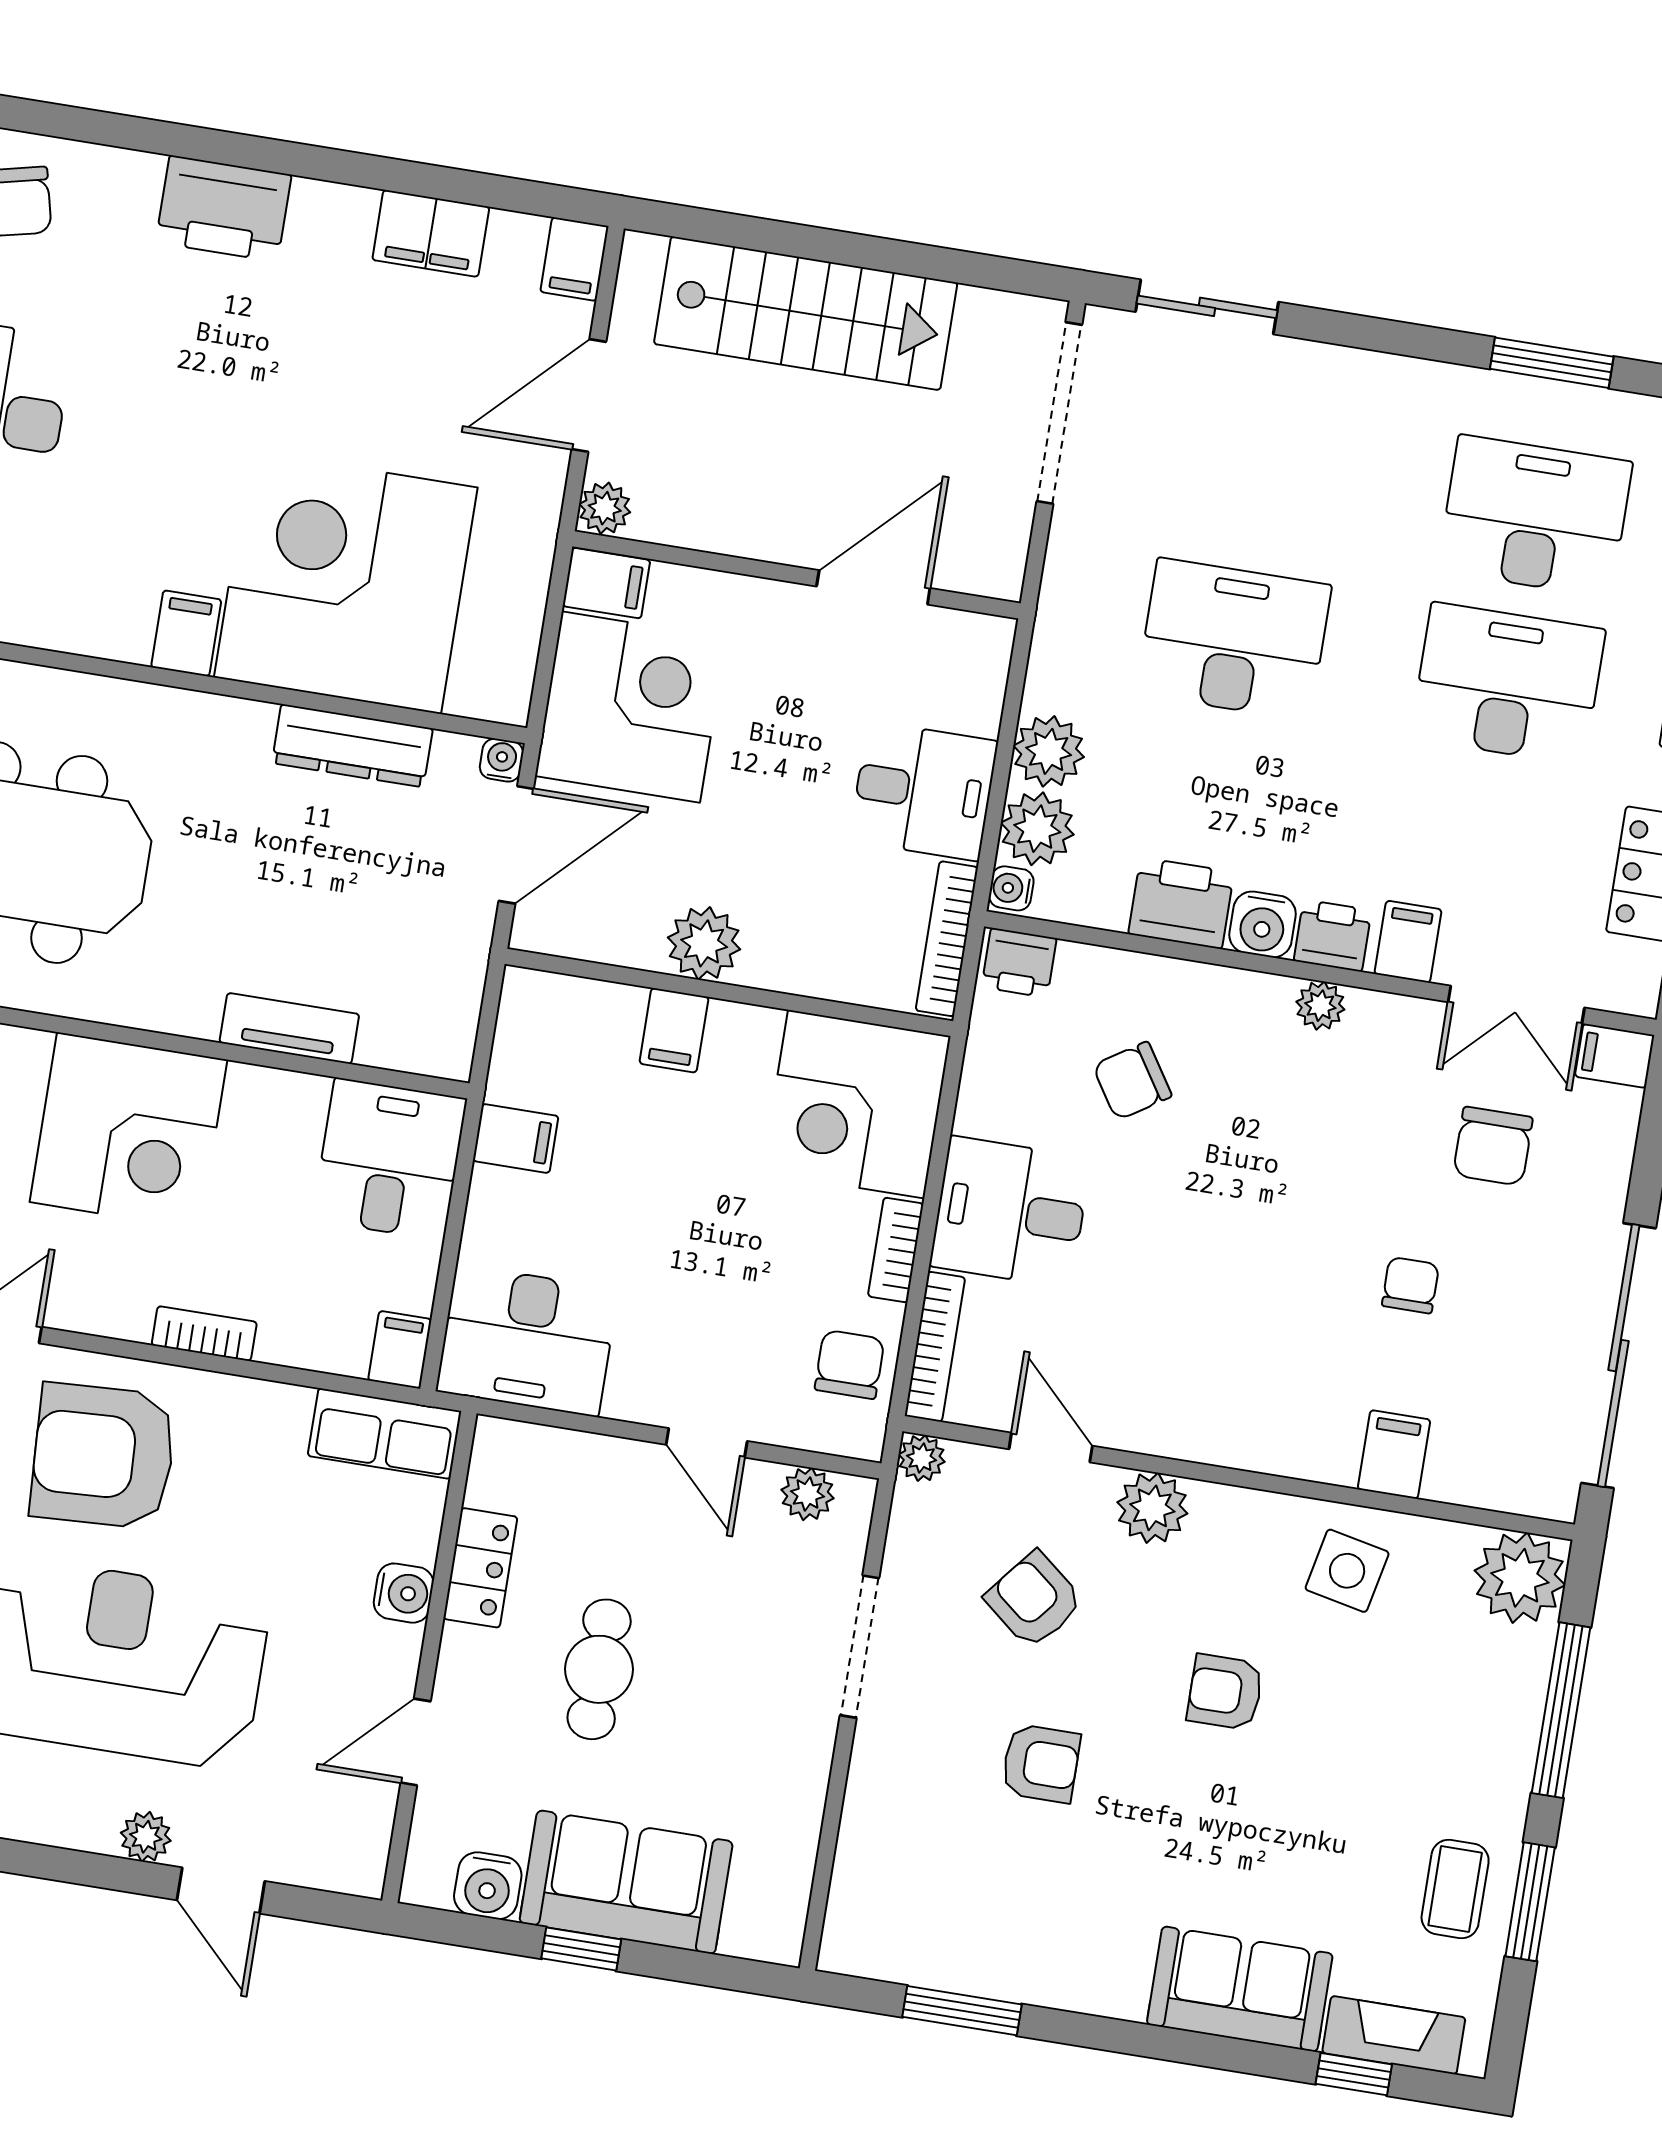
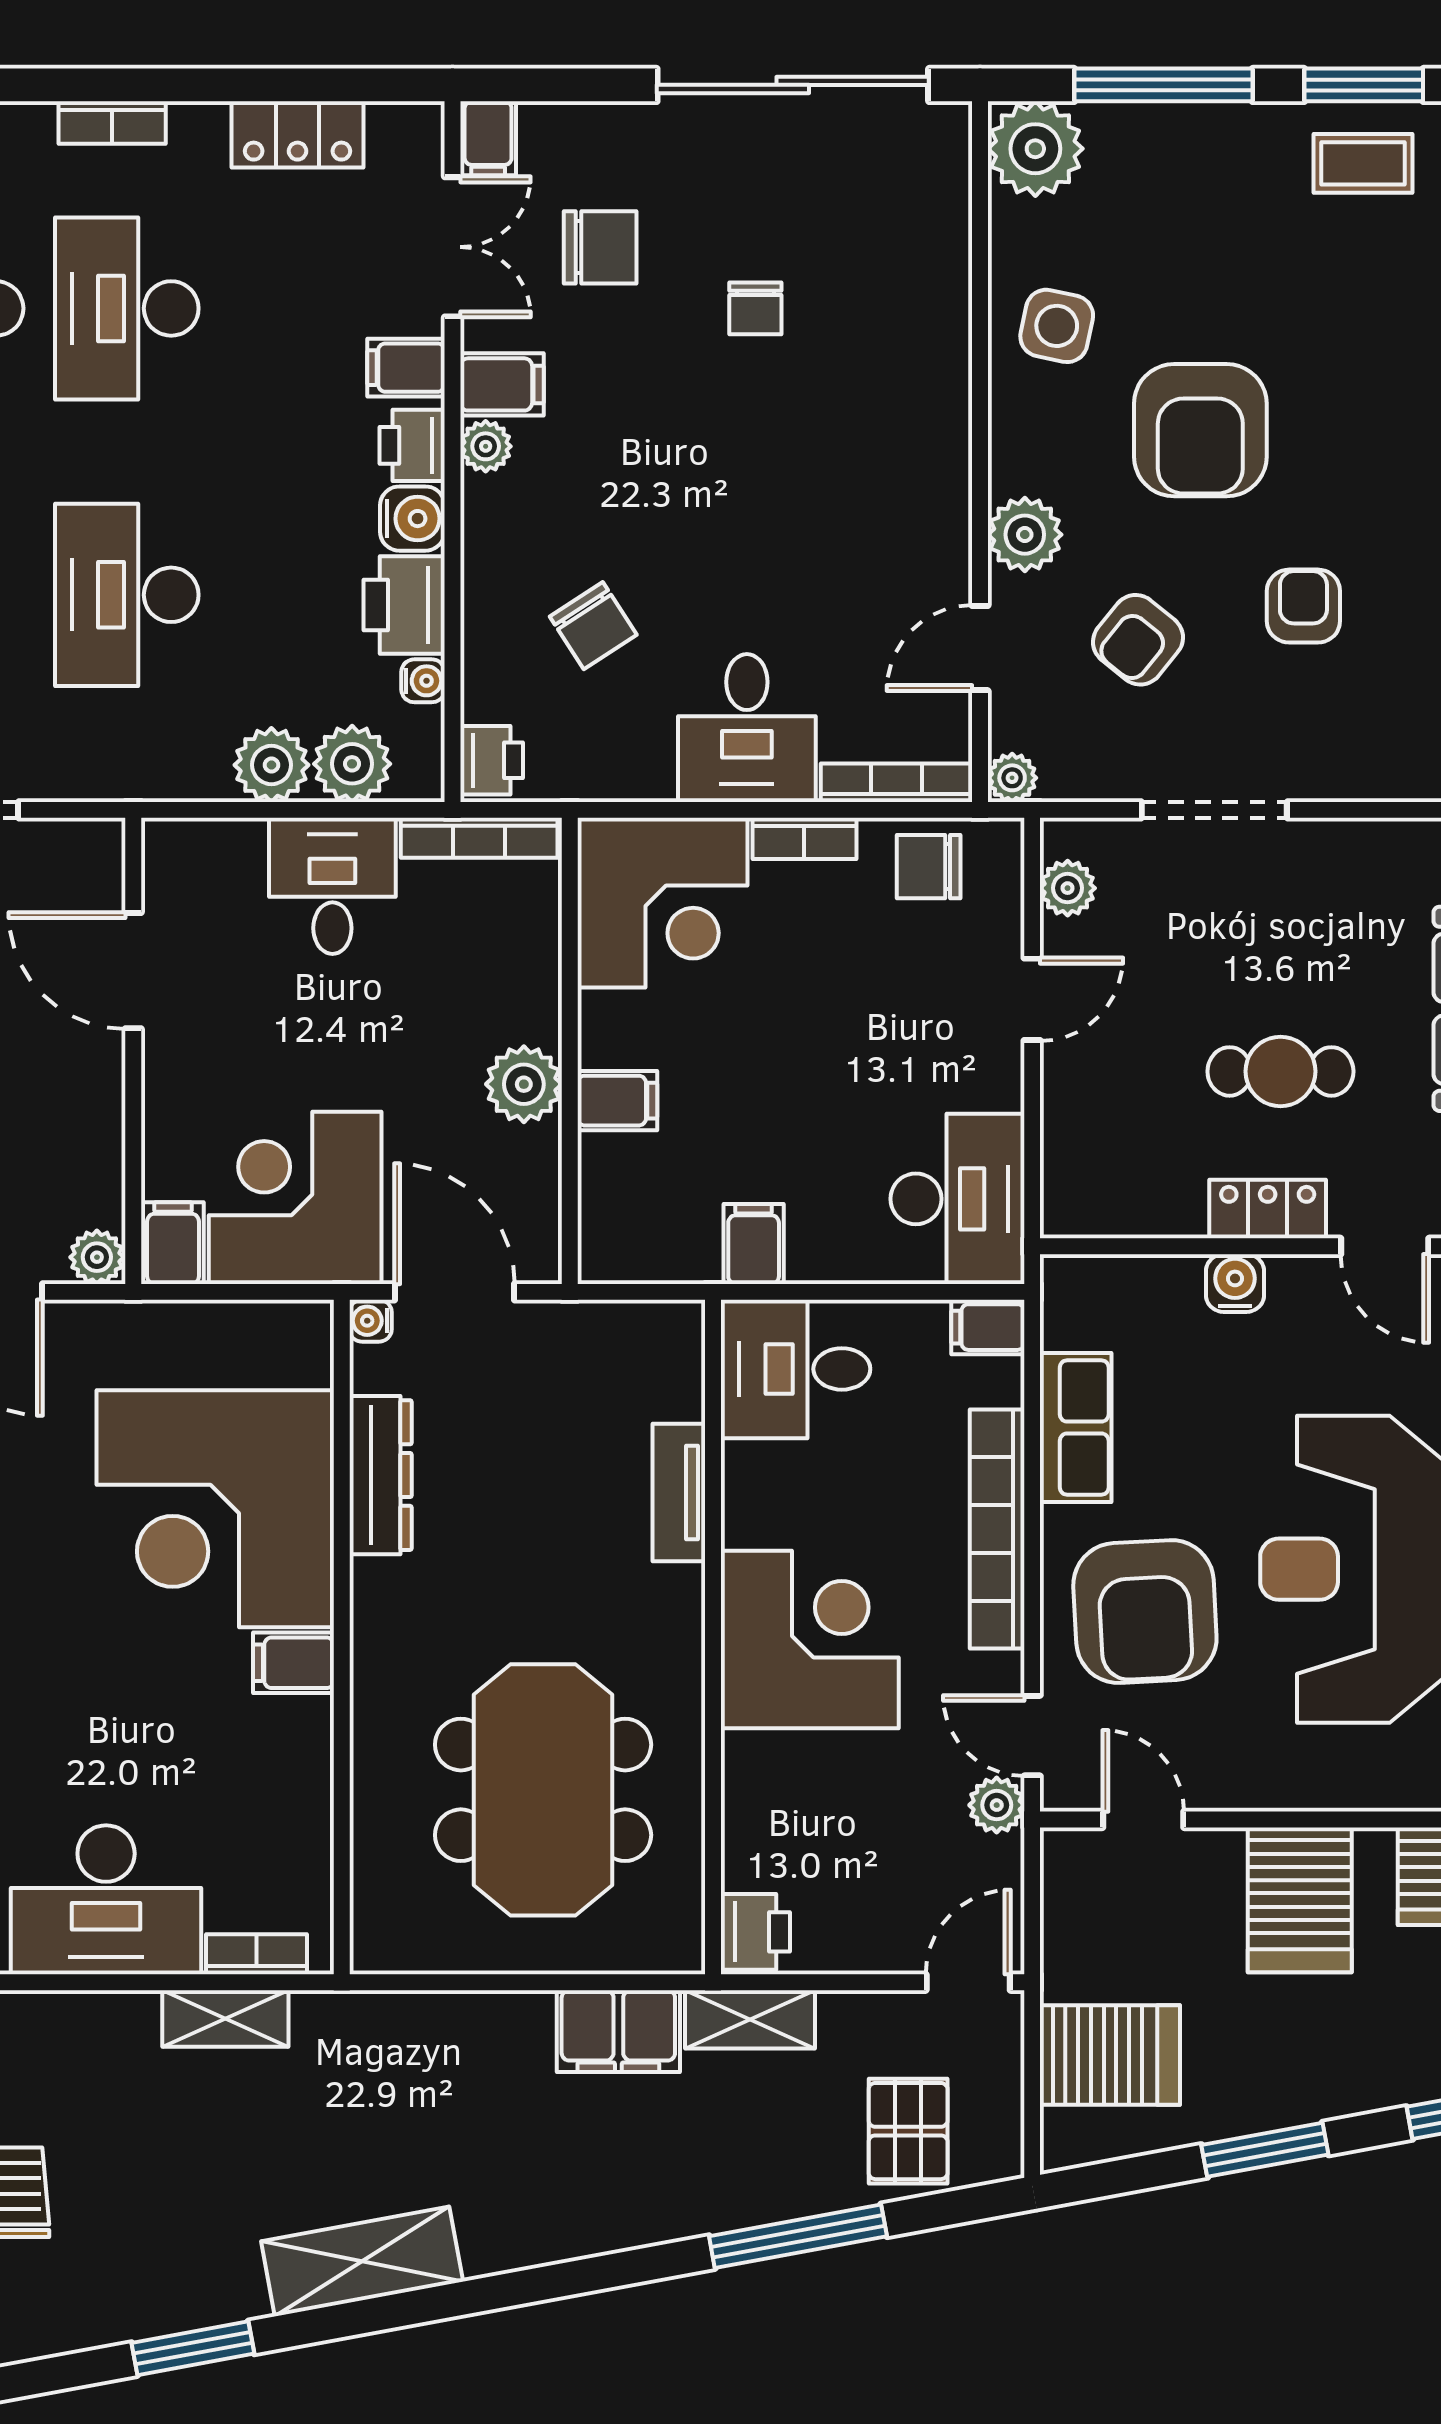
water cooler: (1011, 888) -> (423, 681), moved, turned -90
chair: (1410, 1285) -> (755, 308), turned -90
bookcase: (204, 1334) -> (997, 1529), width x2.31, depth x1.31
row of seats: (385, 1433) -> (1076, 1428), moved
filing cabinet: (1394, 1454) -> (502, 384), moved, turned 180
locker: (480, 1568) -> (1268, 1209), moved
armchair: (1225, 1692) -> (1200, 430), width x1.88, depth x1.88

